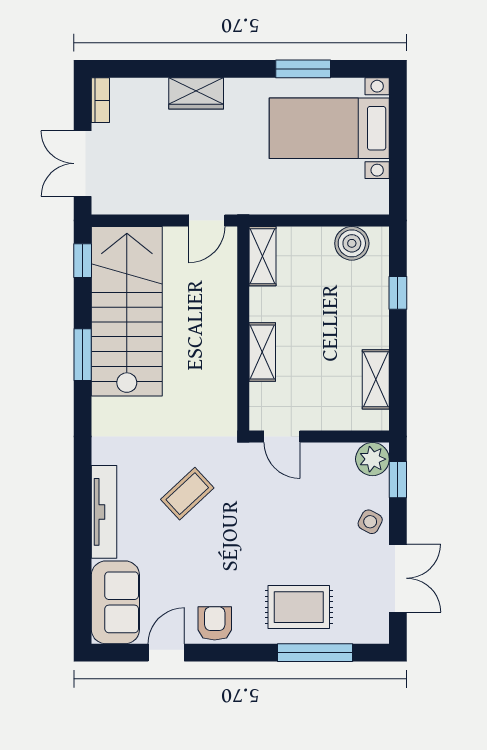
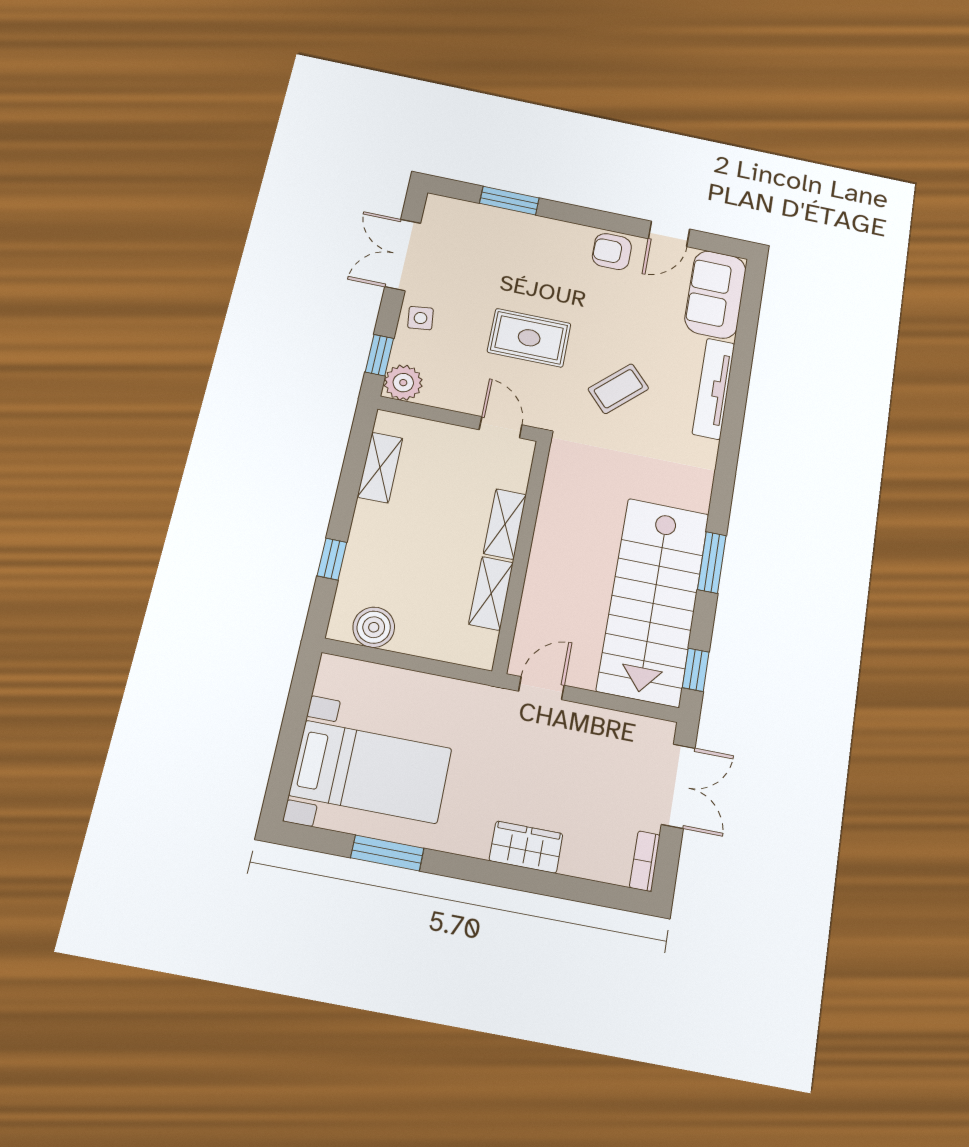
shelving: (262, 256) -> (491, 593), moved
side table: (370, 522) -> (421, 318), turned -35
rug: (299, 607) -> (529, 338), moved
armchair: (215, 623) -> (612, 252), turned 90
window: (315, 653) -> (509, 201), width x0.69

